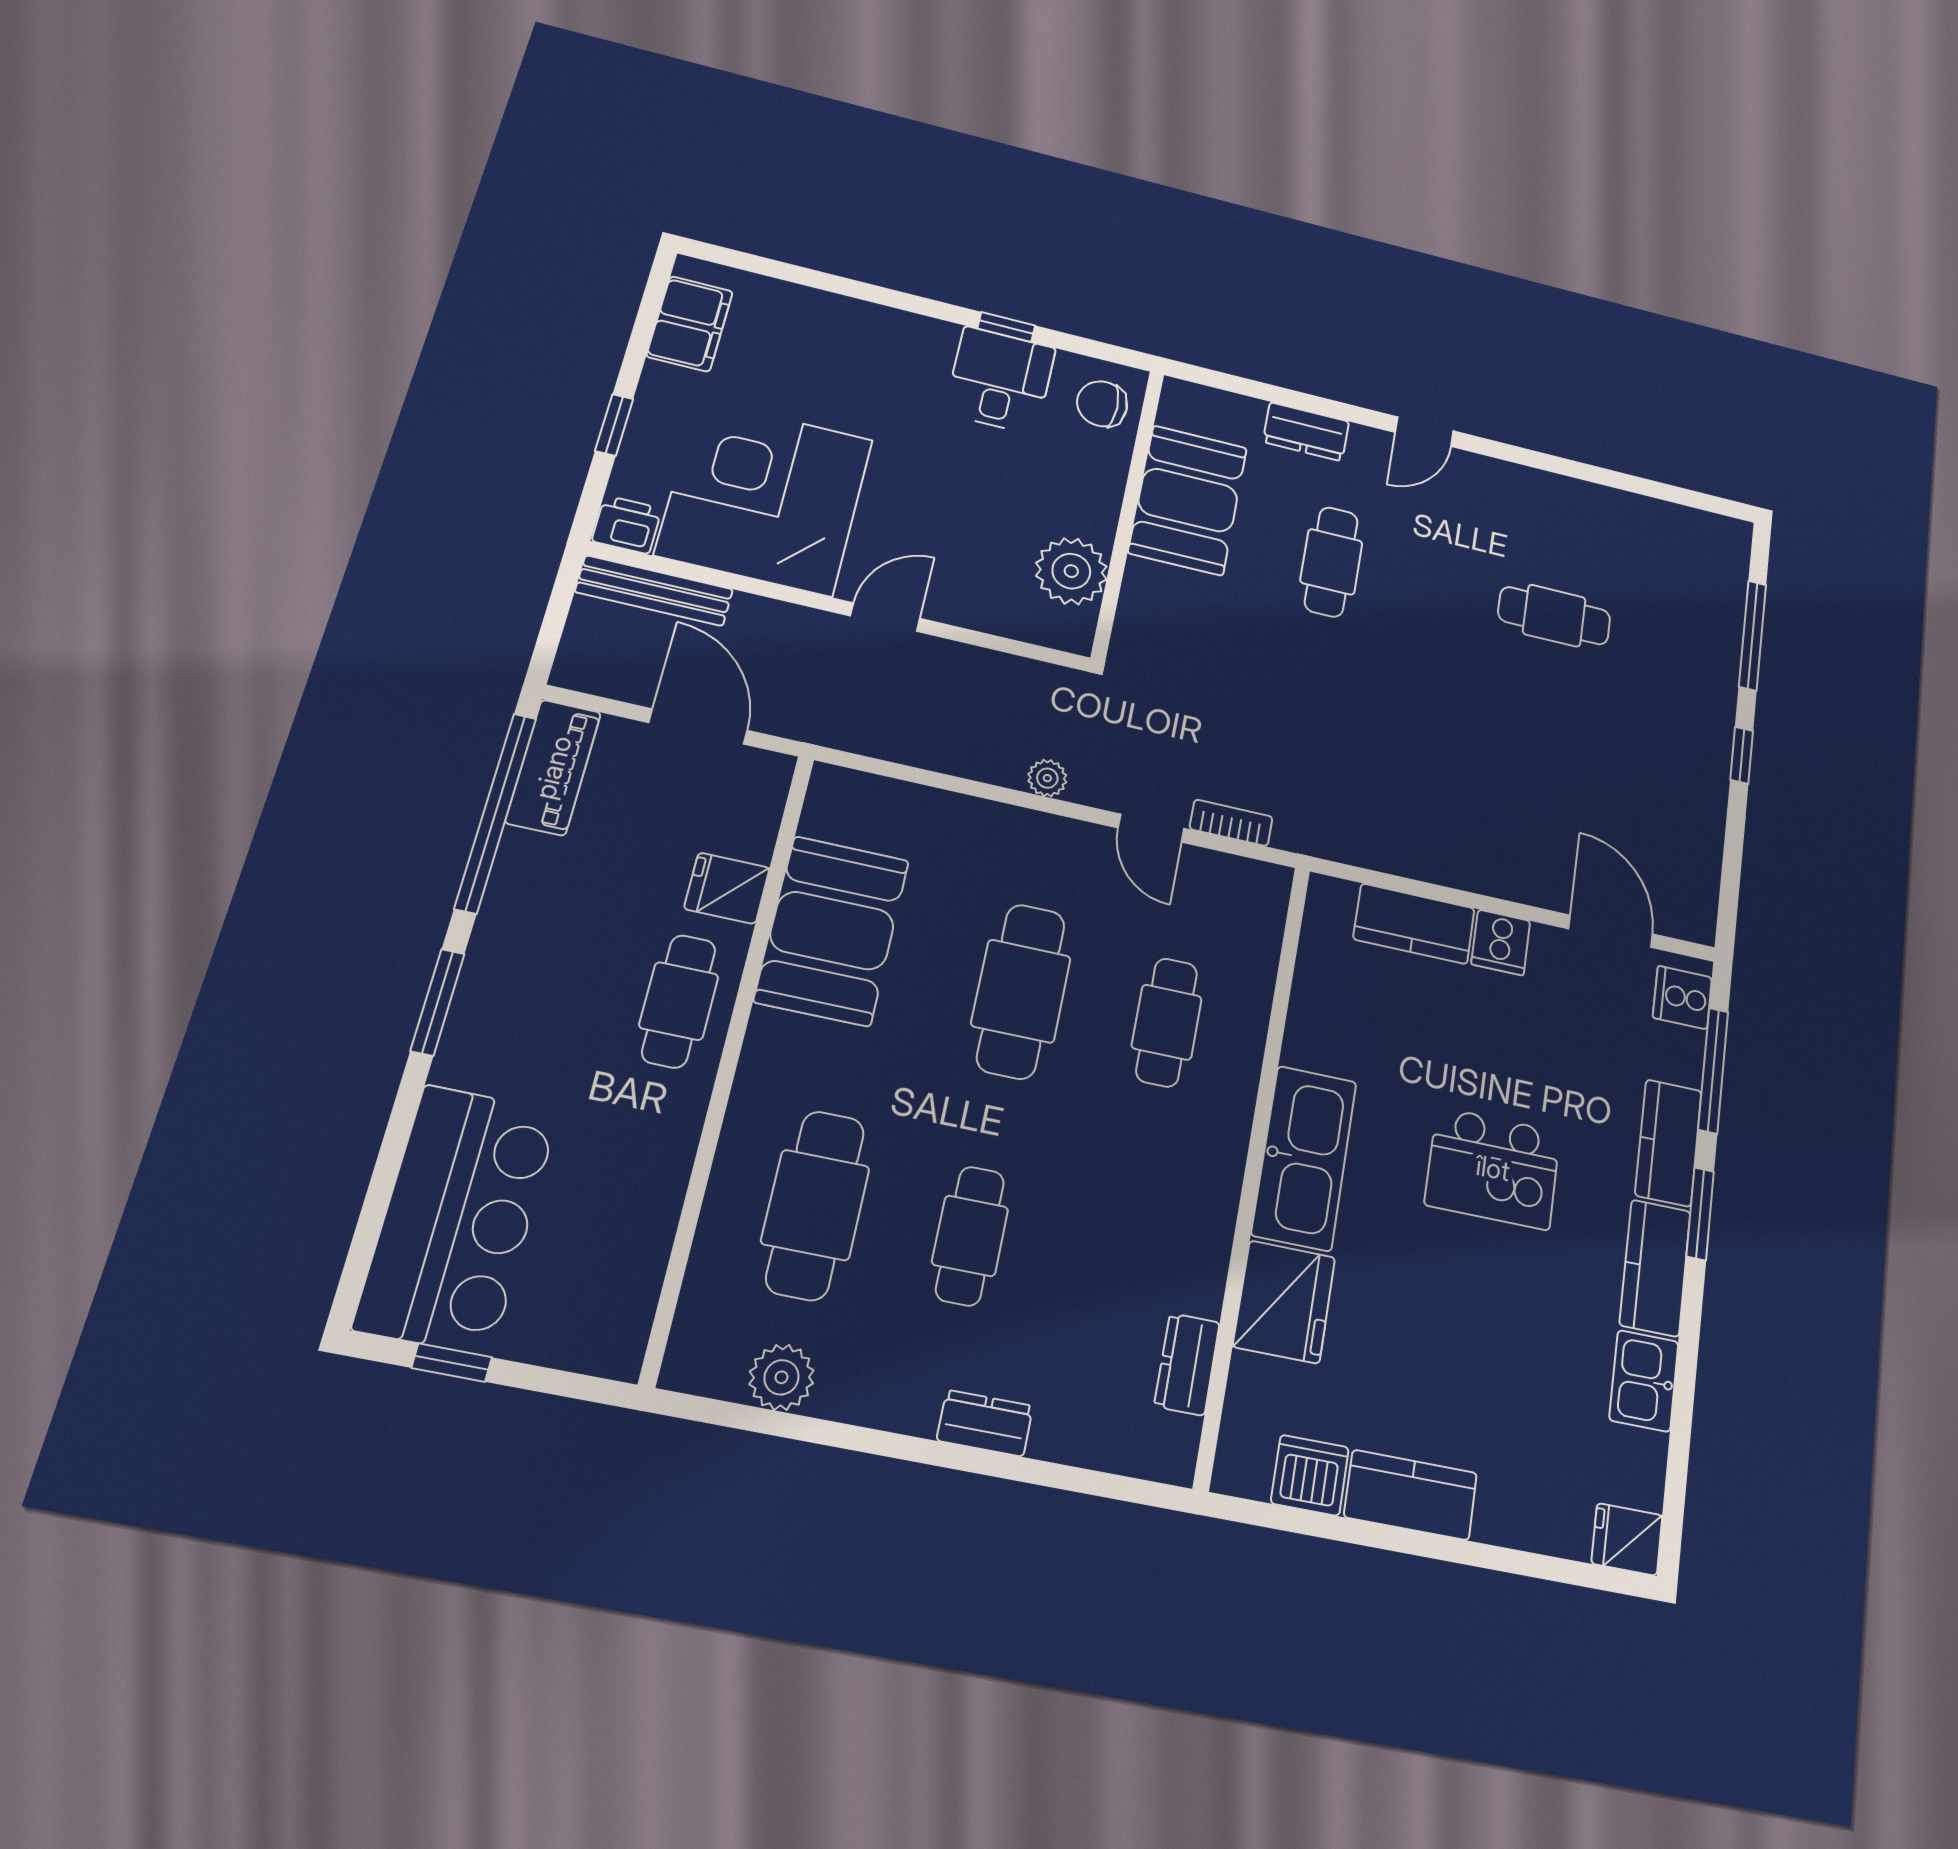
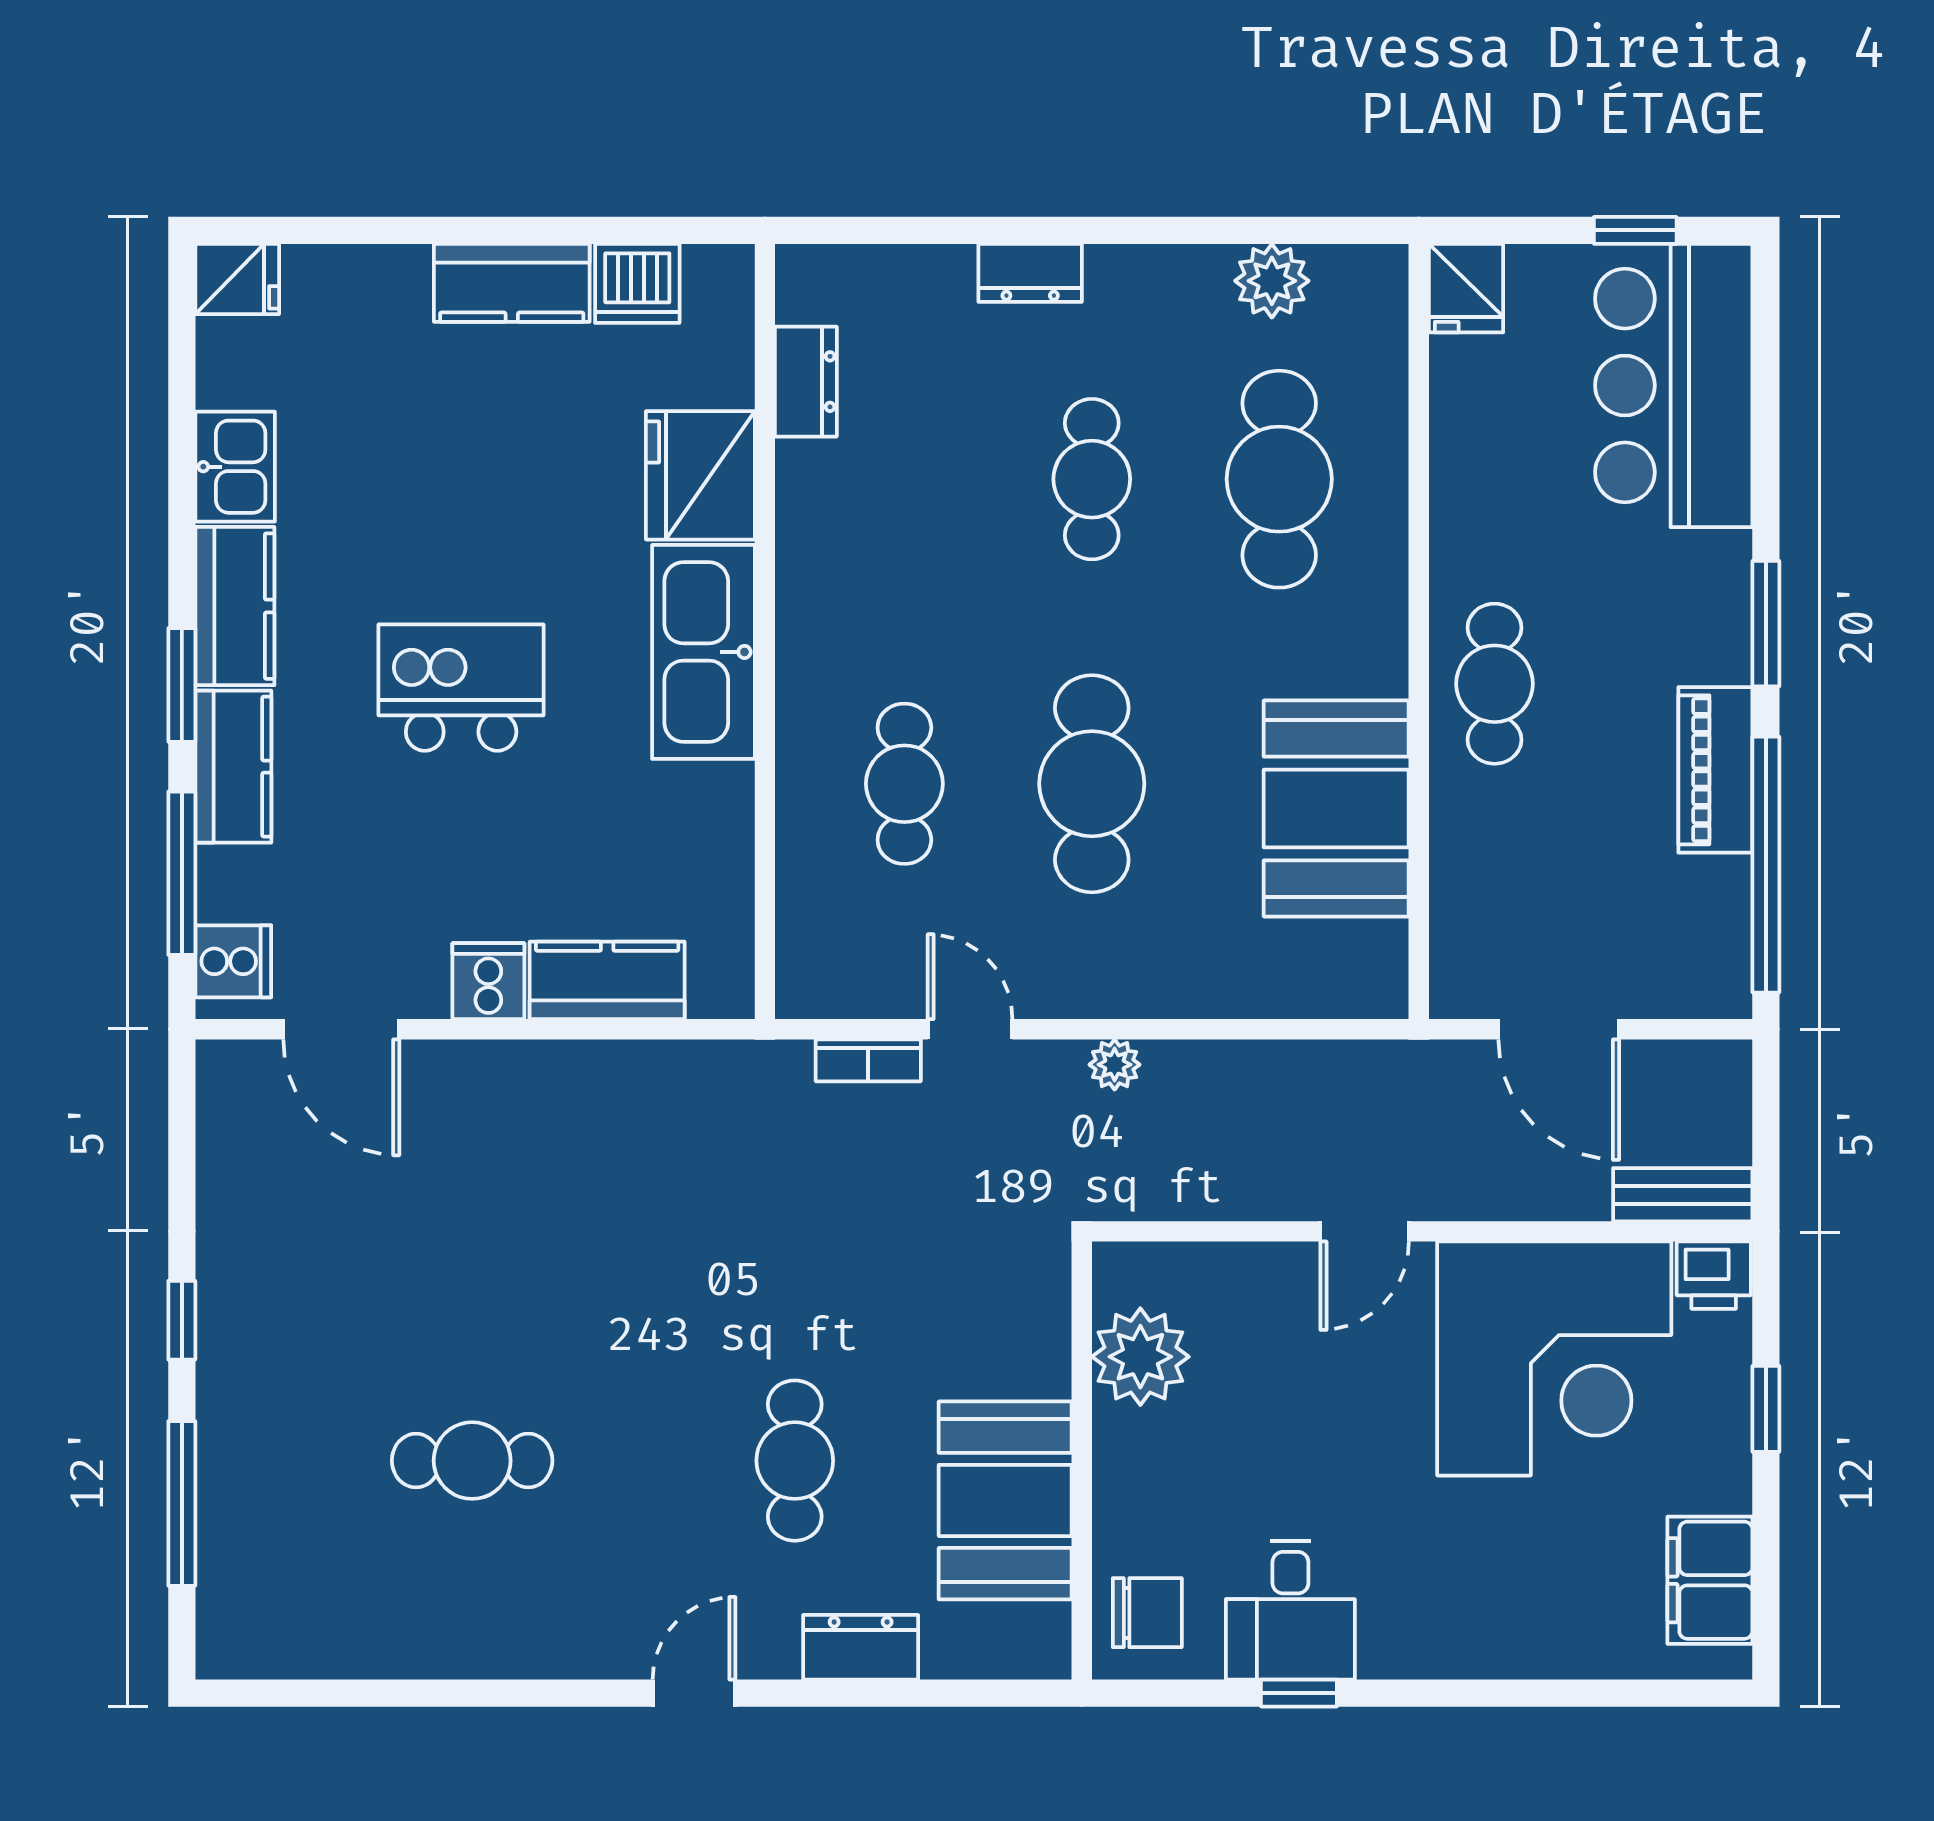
bench: (654, 591) -> (1683, 1195), width x0.73
piano: (553, 767) -> (1715, 770), moved
fridge: (727, 888) -> (1466, 288), moved, turned 90

